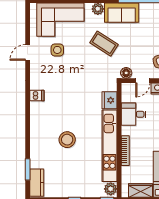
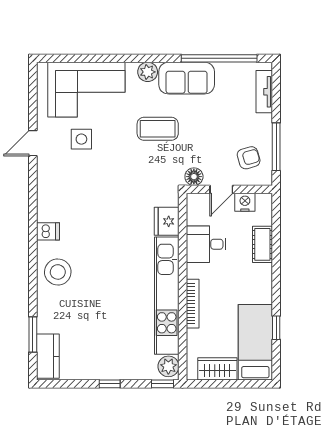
coffee table: (104, 44) -> (158, 129), turned -33
dishwasher: (37, 96) -> (48, 231), moved
stool: (67, 140) -> (58, 272), moved

